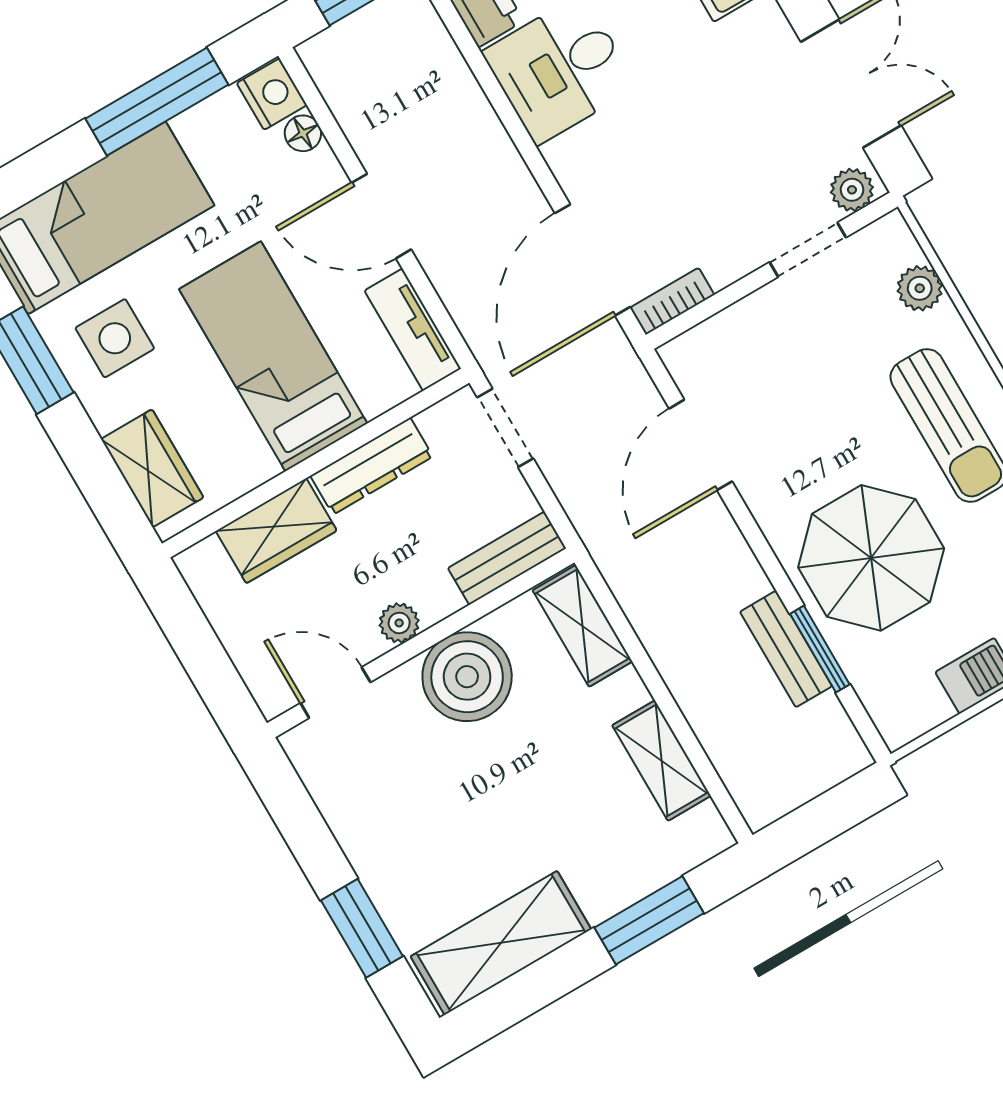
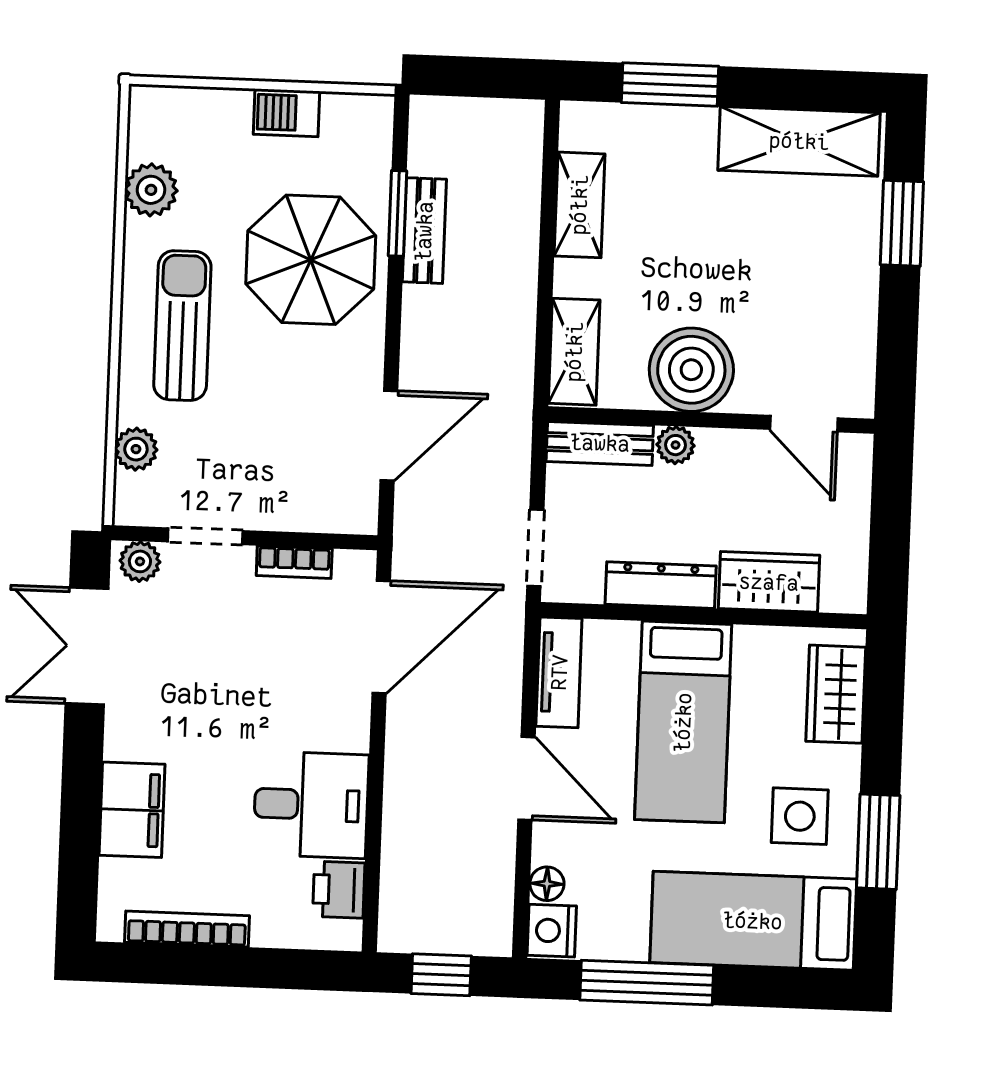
bookcase: (672, 301) -> (294, 562), moved
plant: (399, 623) -> (676, 445), moved

